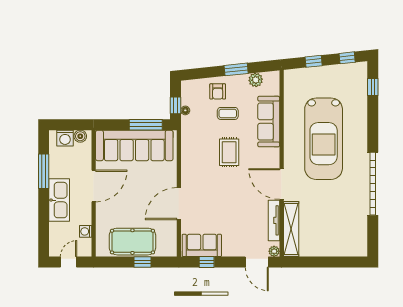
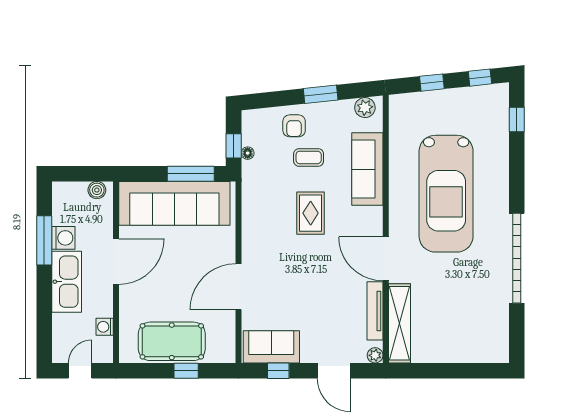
plant: (256, 80) -> (365, 108), moved
washing machine: (65, 138) -> (63, 238), moved, turned -90
door: (257, 262) -> (334, 371), moved

